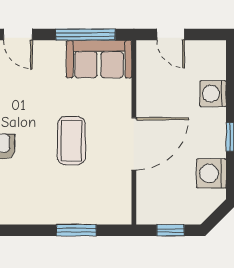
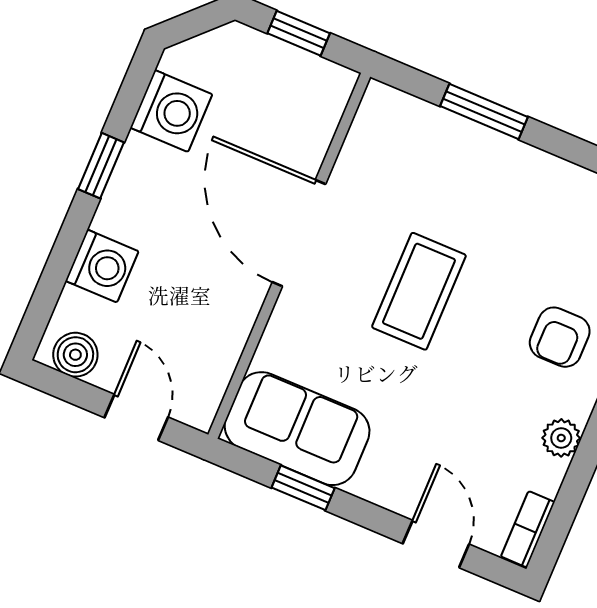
window: (86, 35) -> (303, 488), width x0.46
boiler: (208, 51) -> (75, 355), added
door: (134, 144) -> (299, 233), hinge flipped

